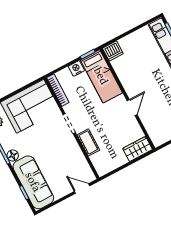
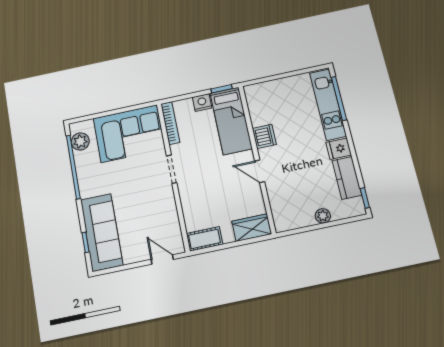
dishwasher: (113, 51) -> (264, 136), moved, turned -90
door: (132, 108) -> (260, 171), swing flipped
cot: (88, 142) -> (205, 239), moved, turned 90
floor lamp: (13, 155) -> (87, 190), removed

